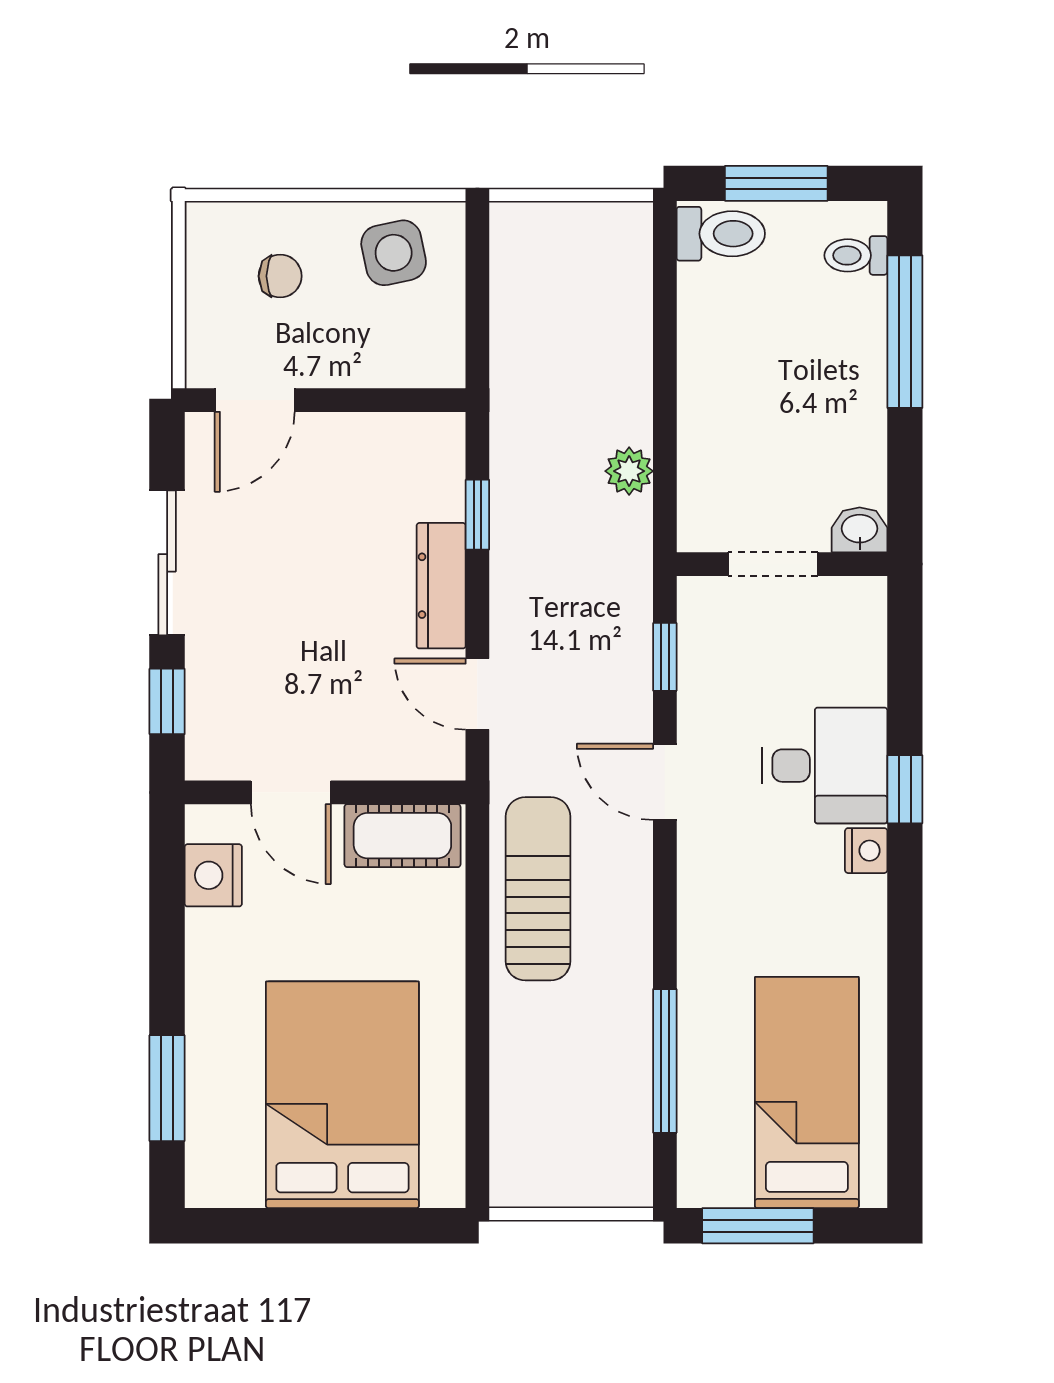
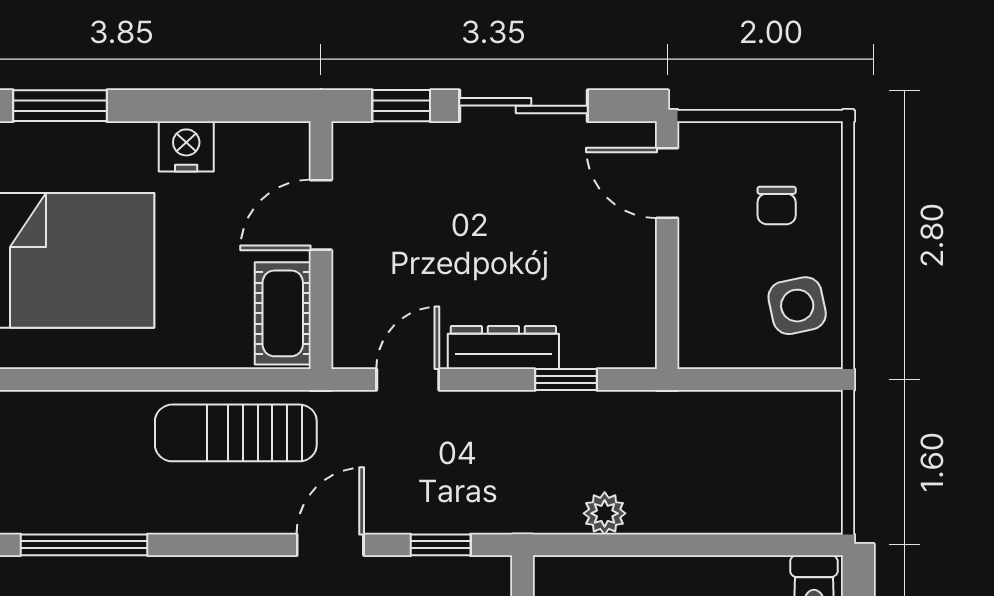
nightstand: (213, 875) -> (186, 146), moved
sun lounger: (538, 889) -> (236, 433), turned 180

